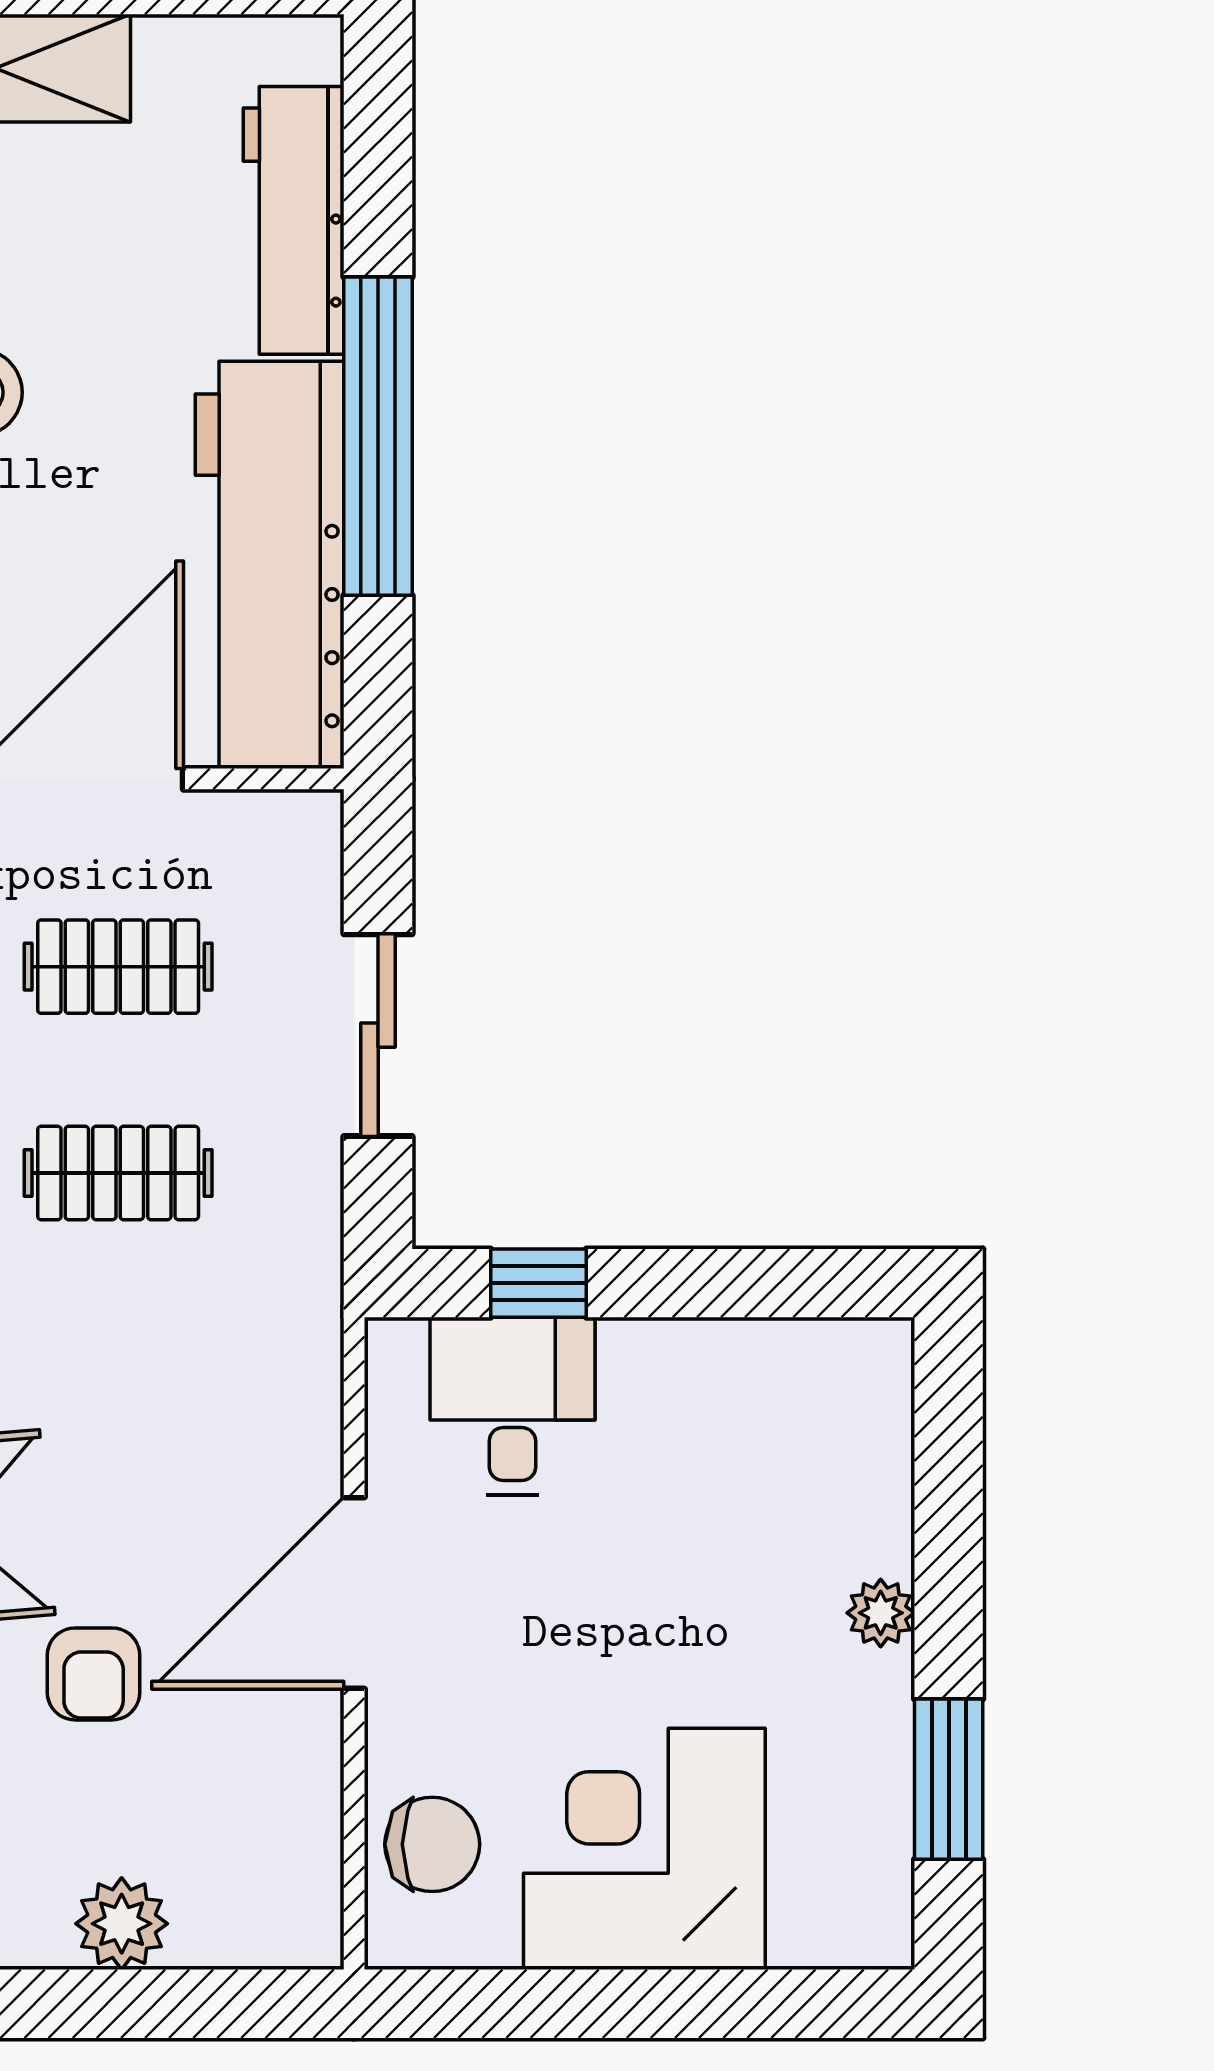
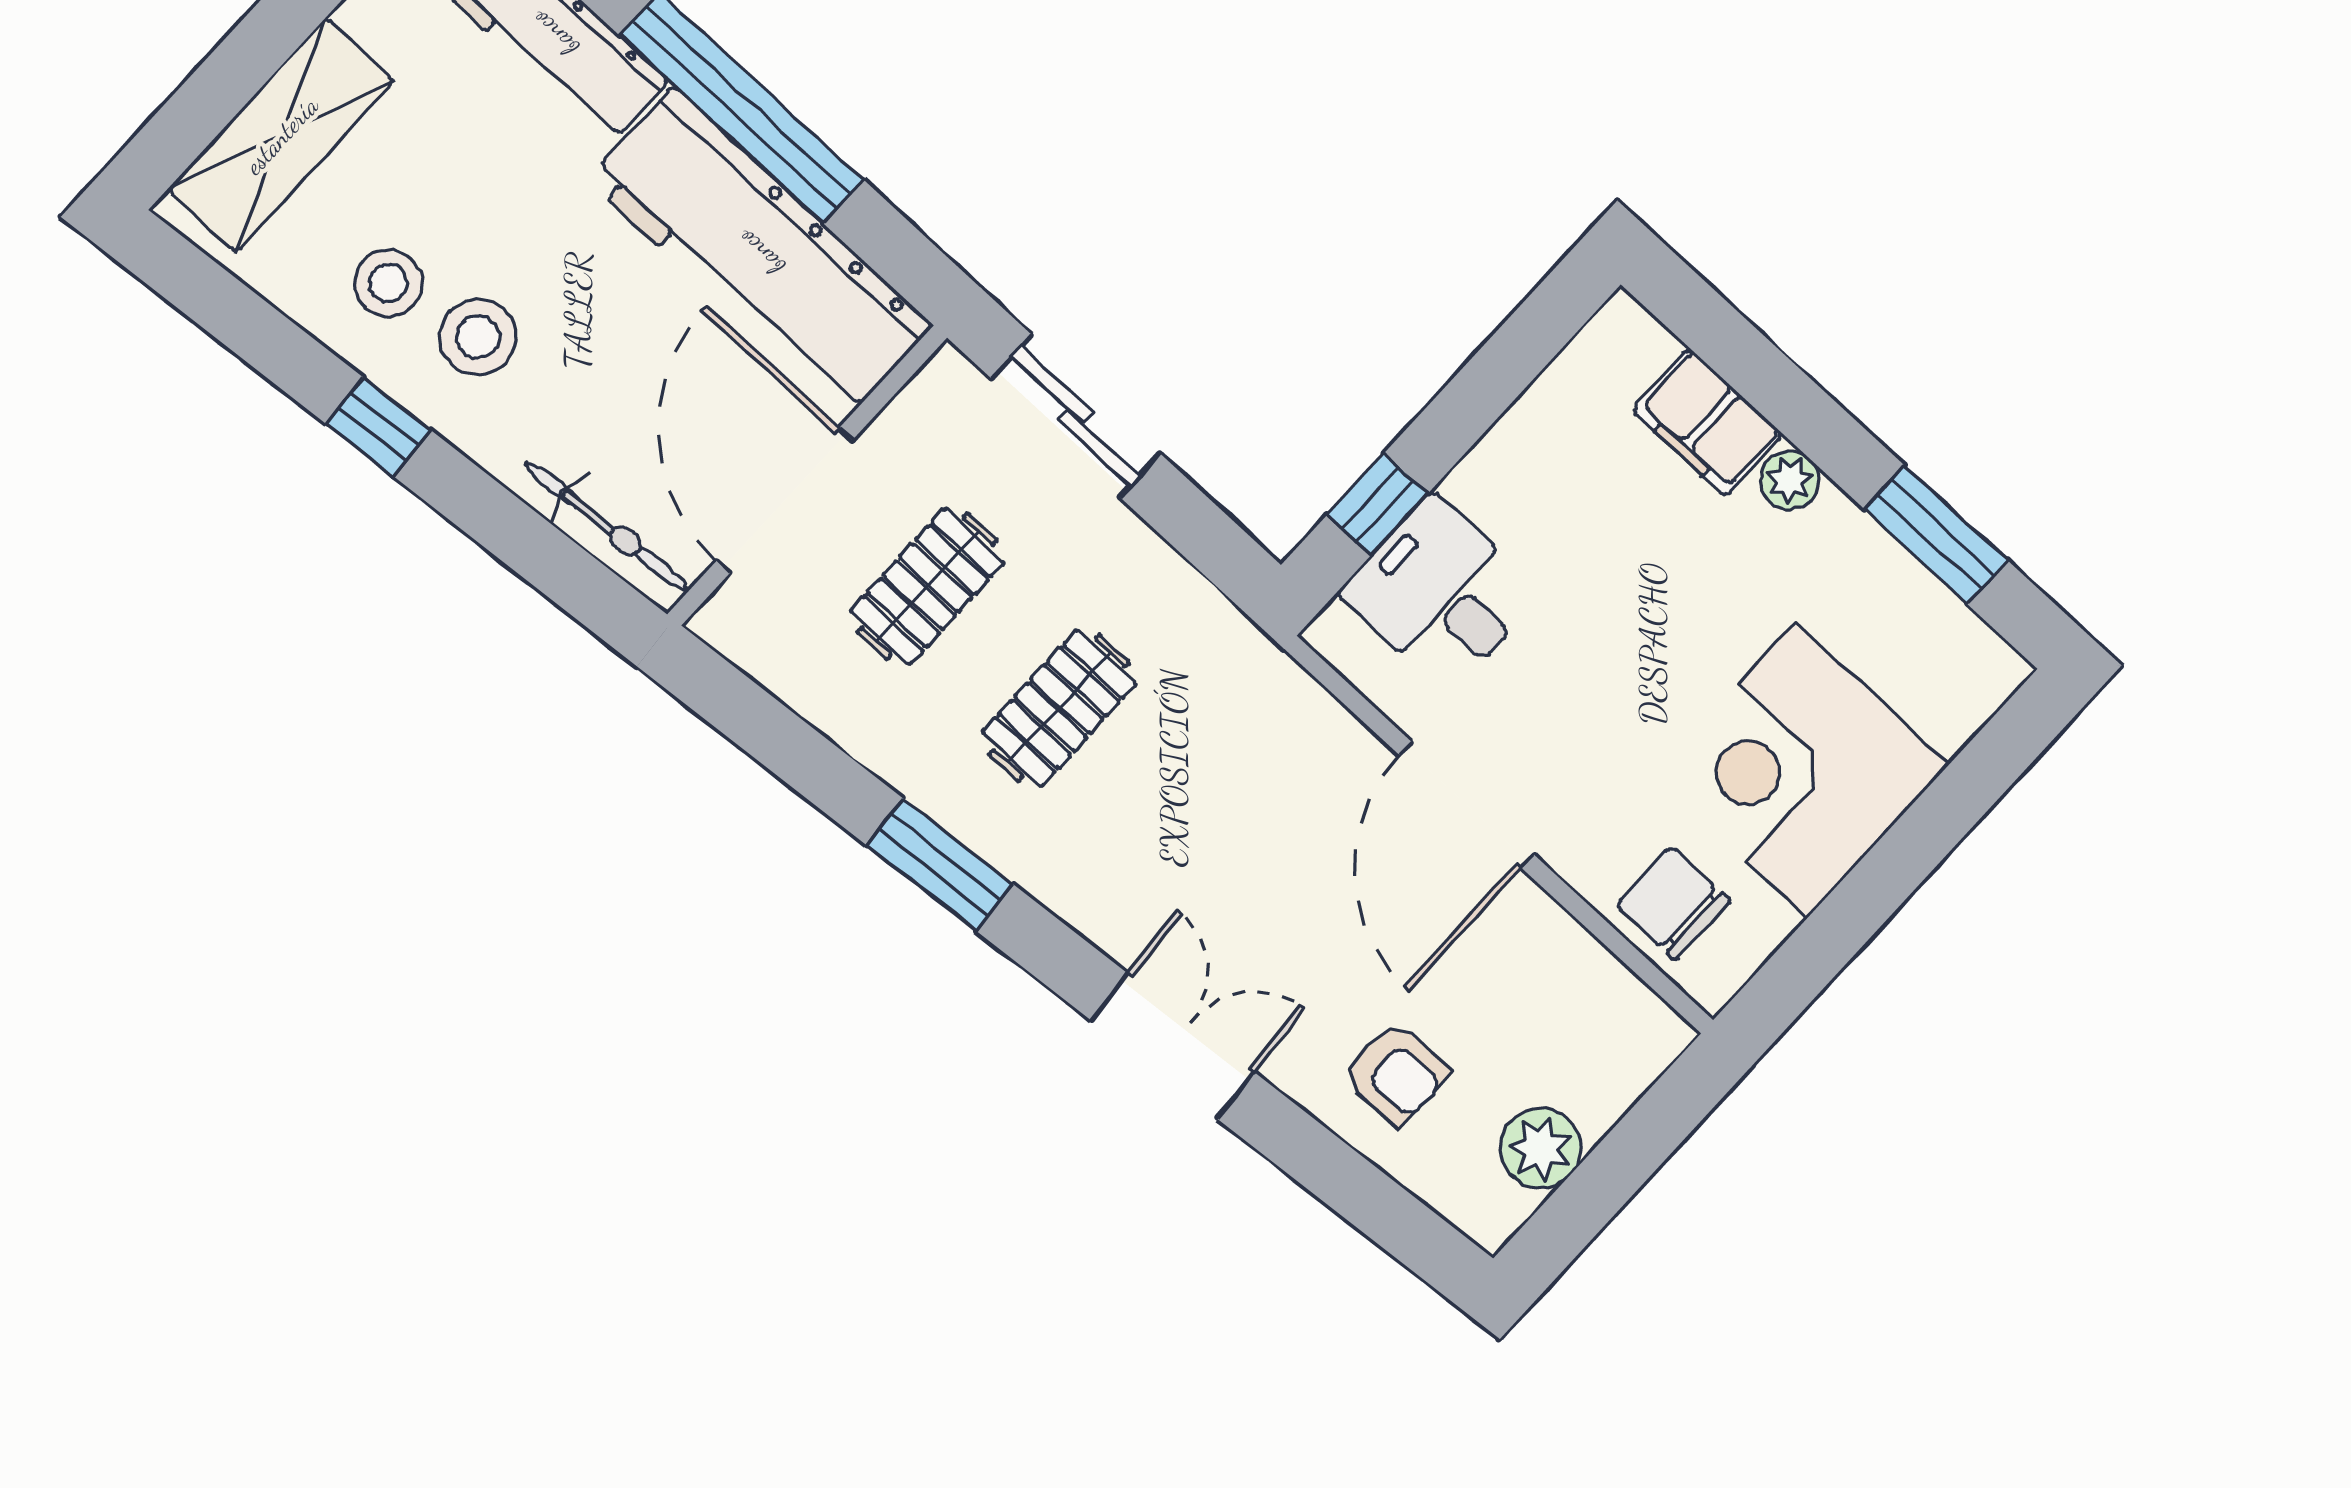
sliding door: (378, 1035) -> (1076, 416), moved
filing cabinet: (865, 1498) -> (1707, 422), added
armchair: (94, 1674) -> (1396, 1074), moved
chair: (432, 1844) -> (1673, 903), turned -90

